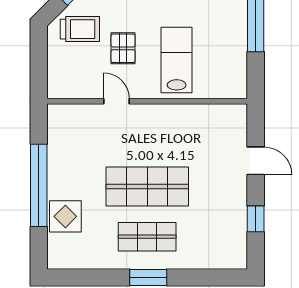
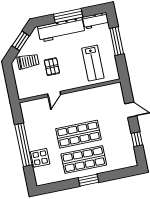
lab bench: (177, 60) -> (93, 63), moved, turned 180
door: (117, 101) -> (54, 94), swing flipped
shop shelf: (147, 237) -> (84, 159), width x1.43, depth x1.36

